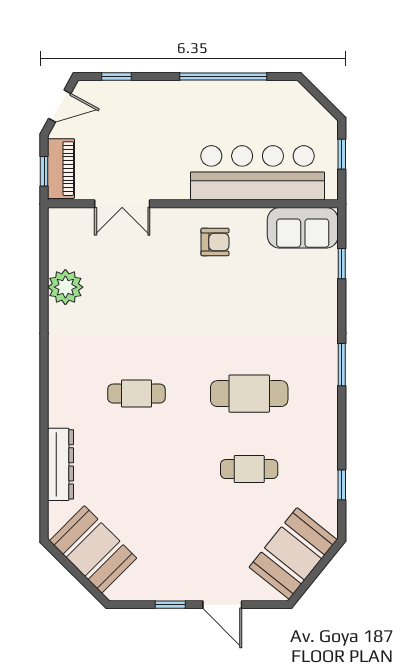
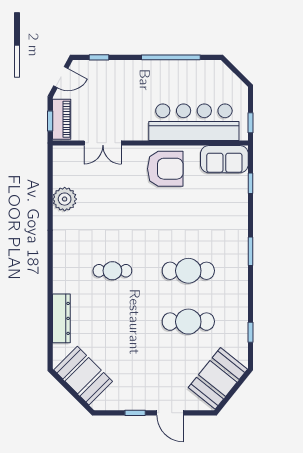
window: (342, 154) -> (251, 123), moved
armchair: (215, 242) -> (165, 169), width x1.88, depth x1.88
cafe table: (249, 469) -> (188, 322), width x1.37, depth x1.35

